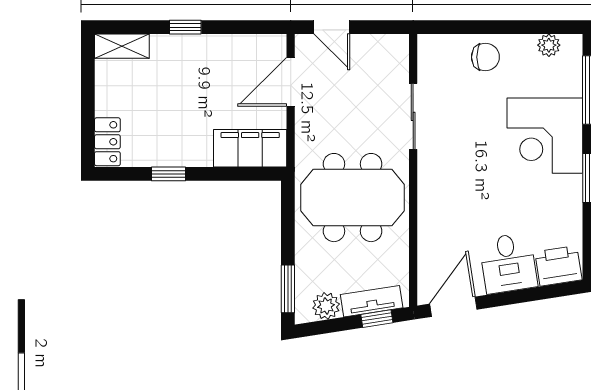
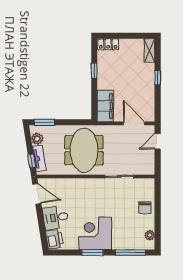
corner desk: (545, 136) -> (95, 233), moved

